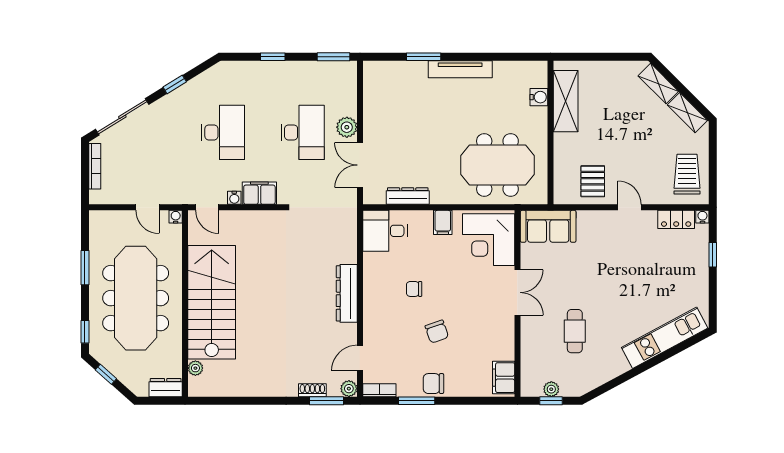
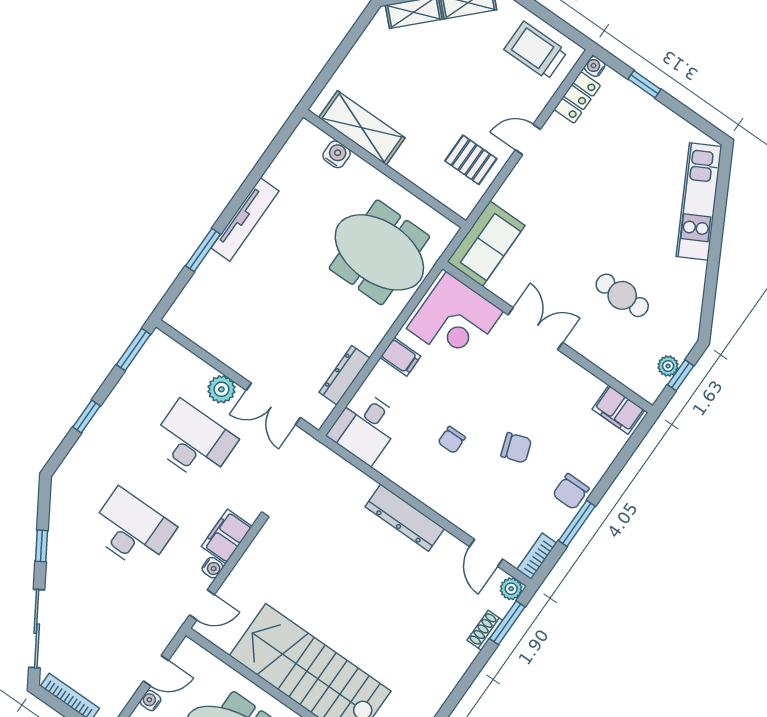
meeting table: (497, 165) -> (379, 252), turned 90
water cooler: (176, 217) -> (150, 701), moved

